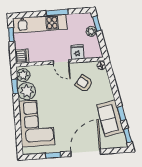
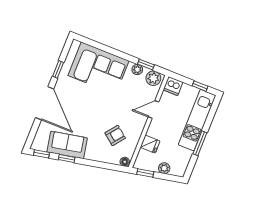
window: (97, 24) -> (145, 173), moved
door: (61, 62) -> (153, 109), moved
plant: (27, 91) -> (137, 70), width x0.53, depth x0.53

